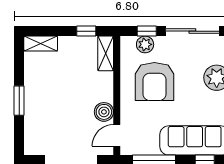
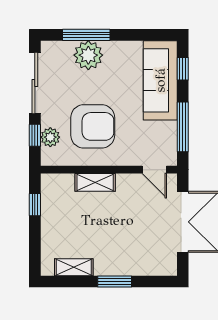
shelving: (41, 44) -> (74, 267), moved, turned 90
shelving: (106, 53) -> (95, 182), moved
boiler: (104, 112) -> (127, 184), removed

